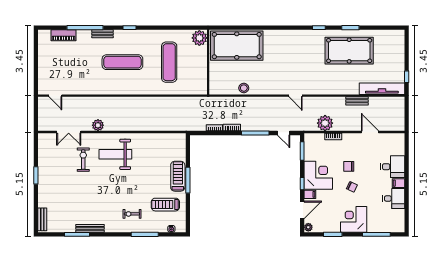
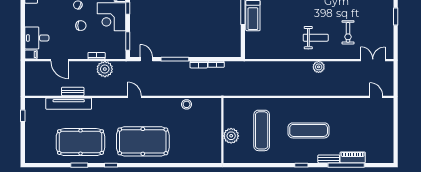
piano: (63, 35) -> (353, 157), moved
plant: (199, 38) -> (231, 136), moved
pool table: (237, 46) -> (143, 141), moved
tv unit: (382, 89) -> (69, 104), moved
plant: (98, 125) -> (319, 67), moved
double door: (69, 132) -> (373, 60), moved
weight bench: (115, 154) -> (316, 38), width x0.73, depth x0.75
desk: (393, 167) -> (37, 38), moved
filing cabinet: (398, 183) -> (31, 54), moved

